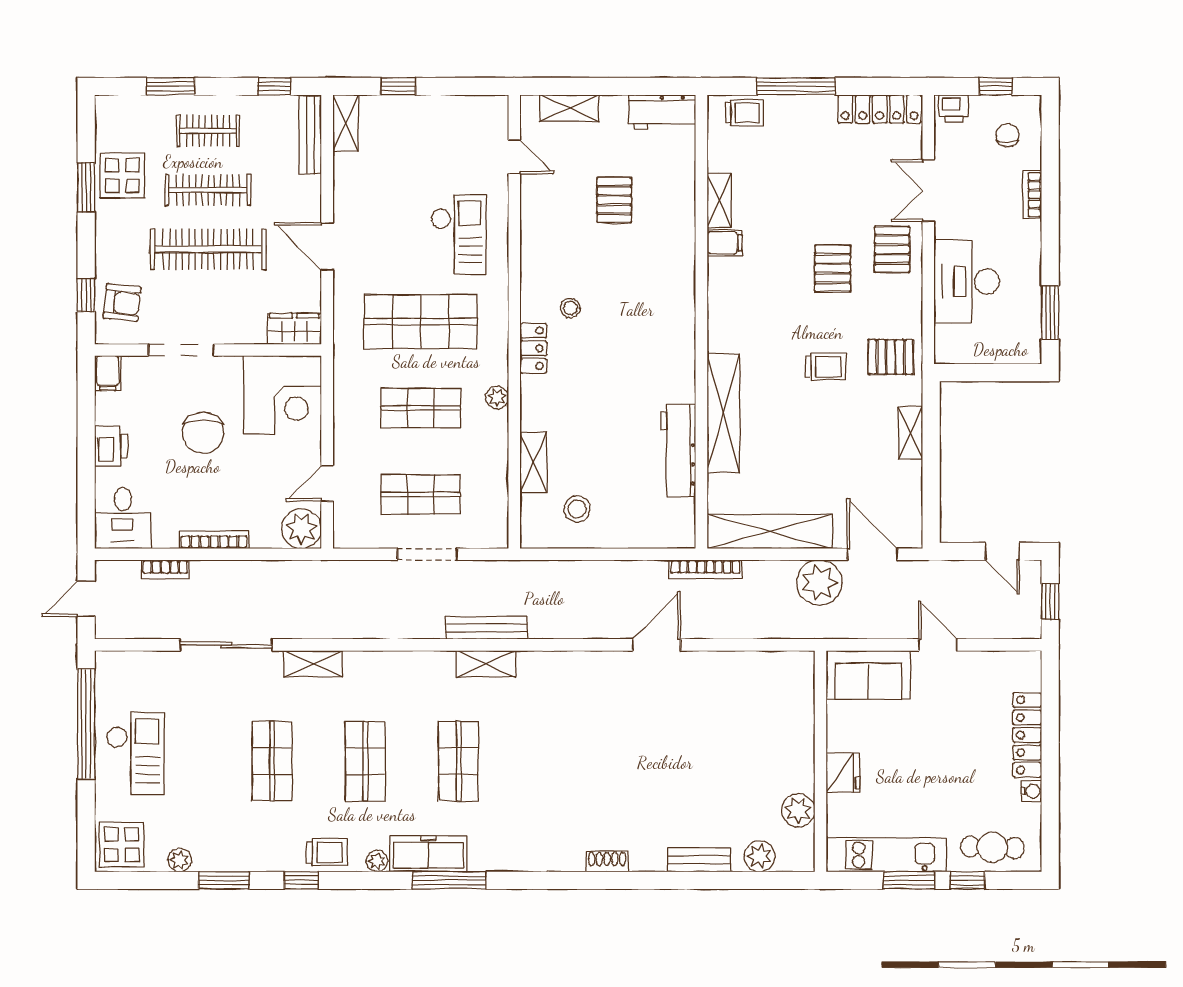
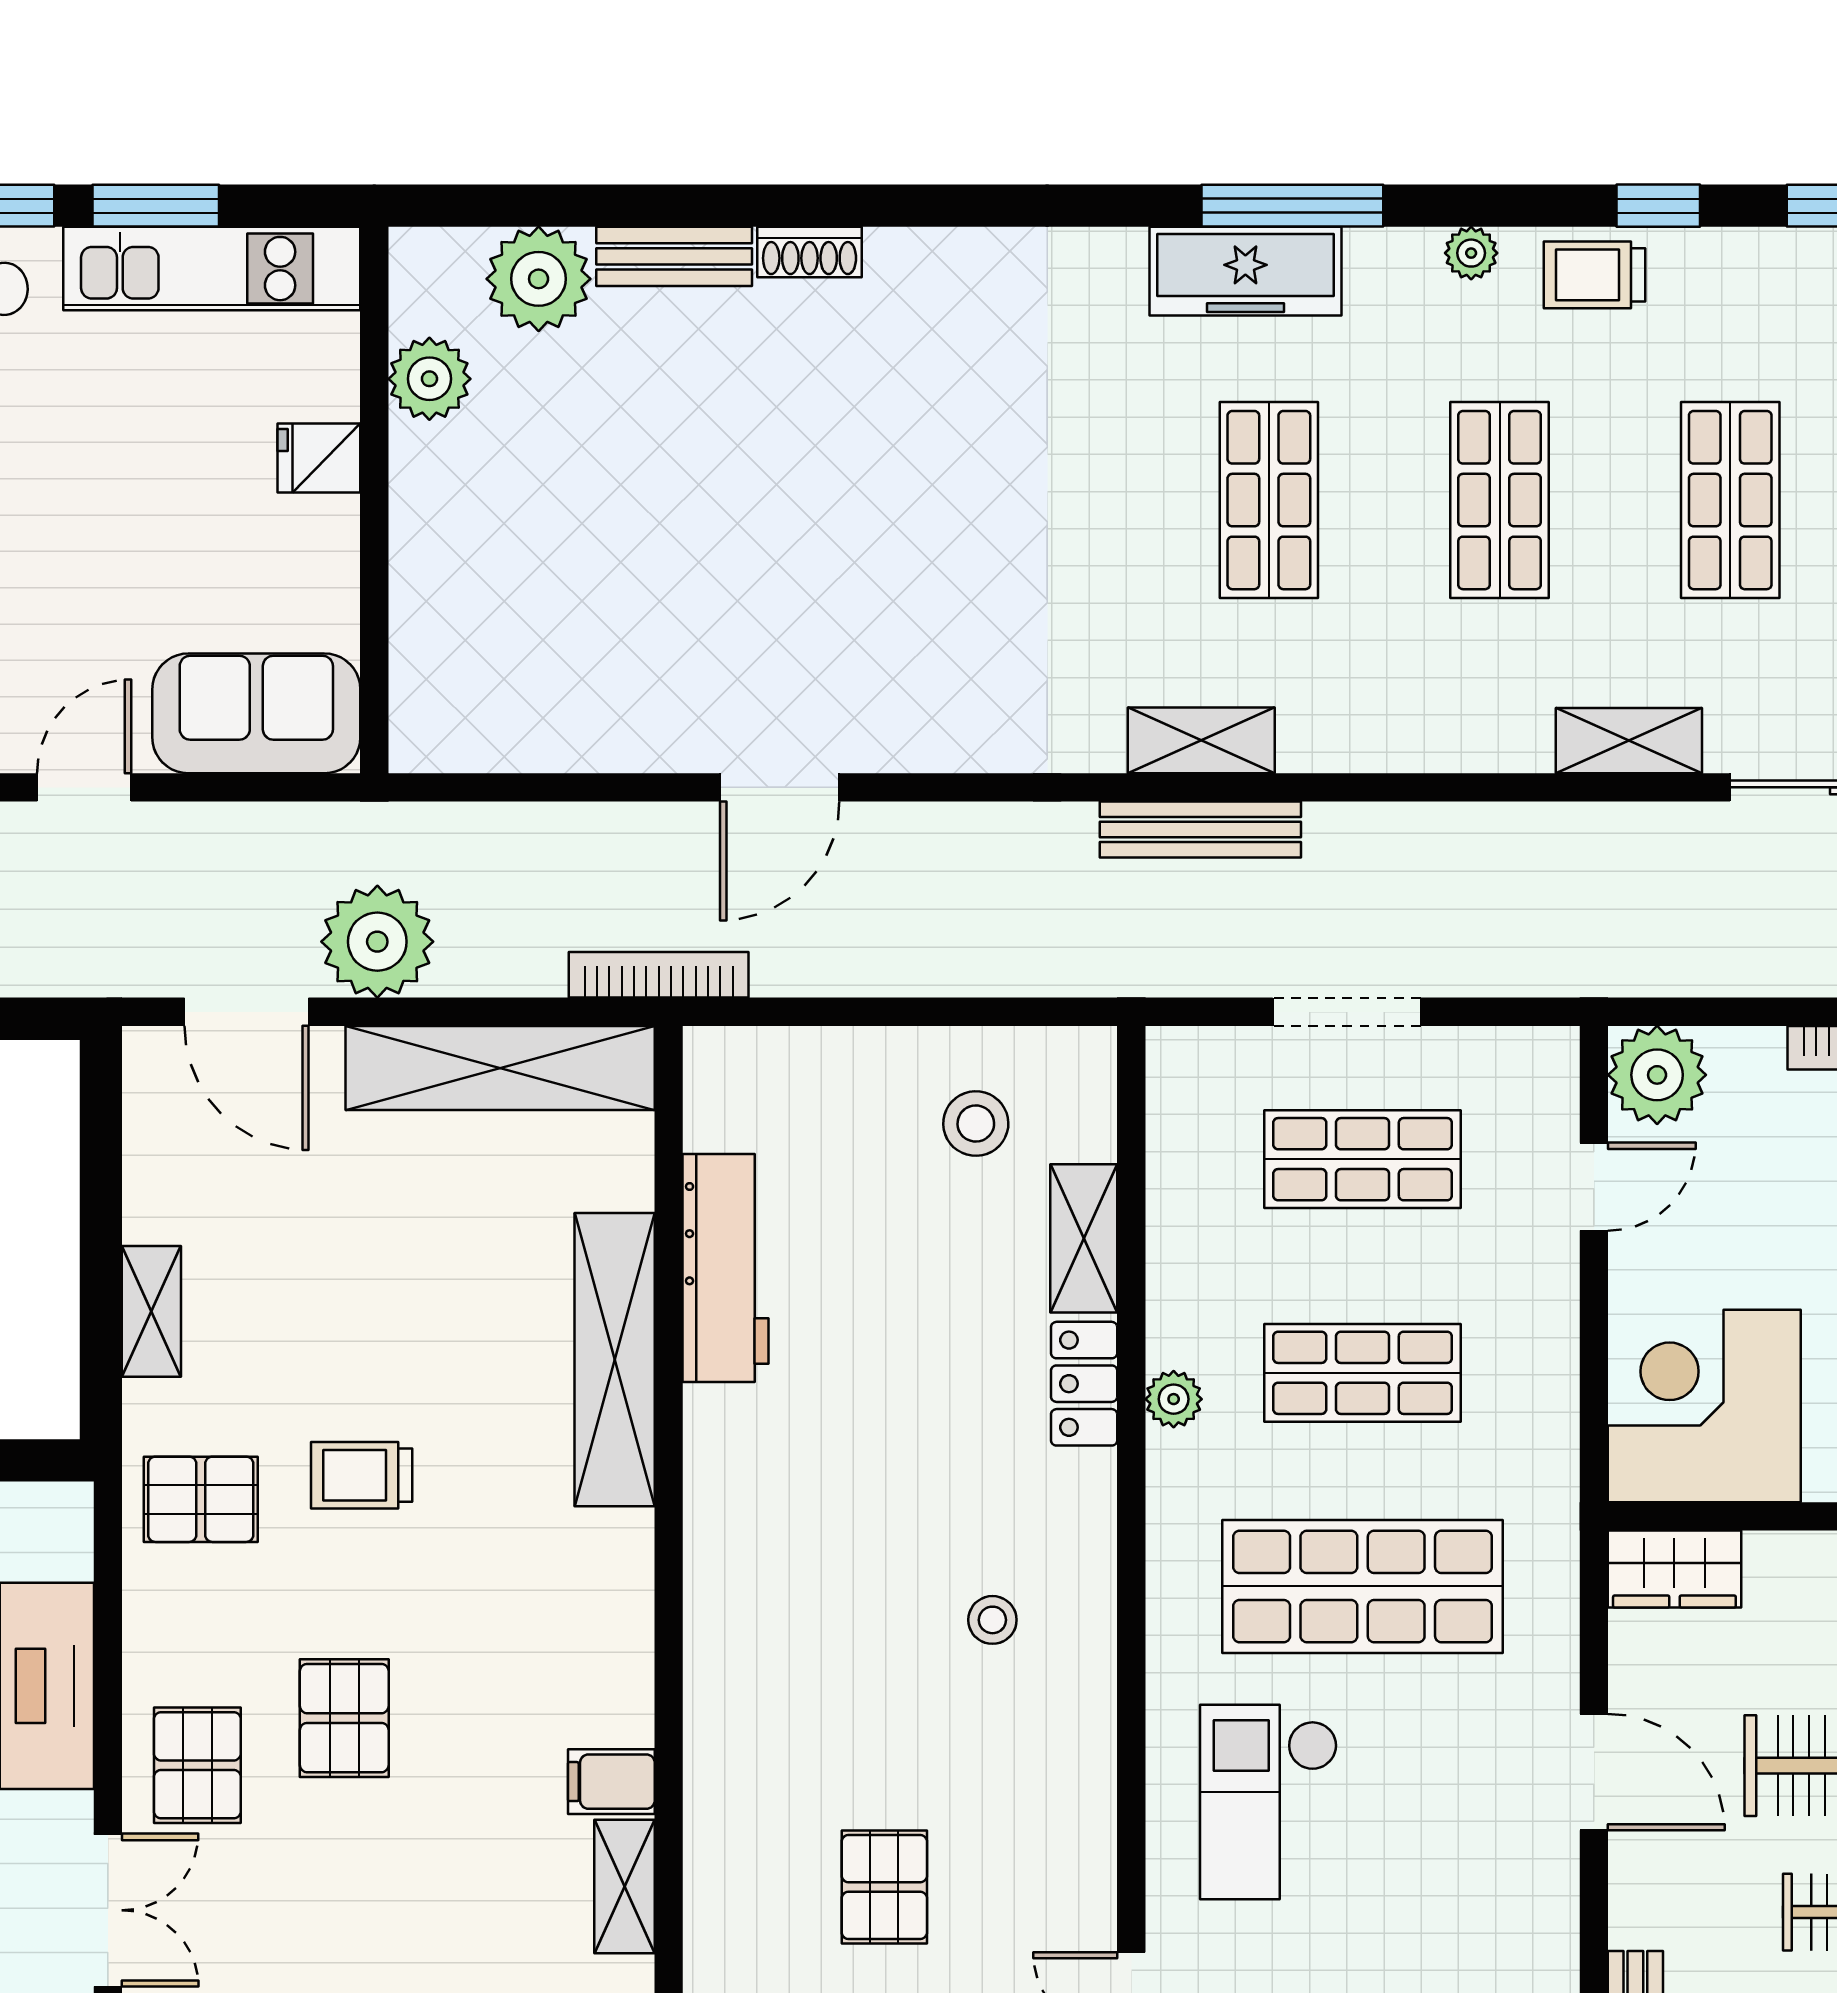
locker: (533, 348) -> (1084, 1384), moved
door: (938, 645) -> (84, 787), swing flipped
fridge: (843, 773) -> (319, 458), width x0.72
freezer: (428, 854) -> (1245, 271), moved
plant: (760, 856) -> (539, 279), width x1.36, depth x1.36
shoe rack: (607, 862) -> (810, 252), moved

